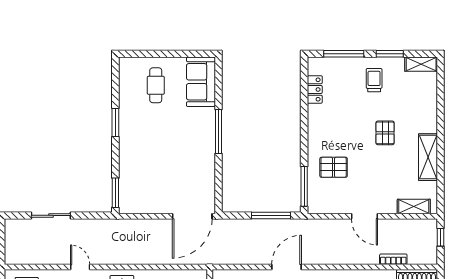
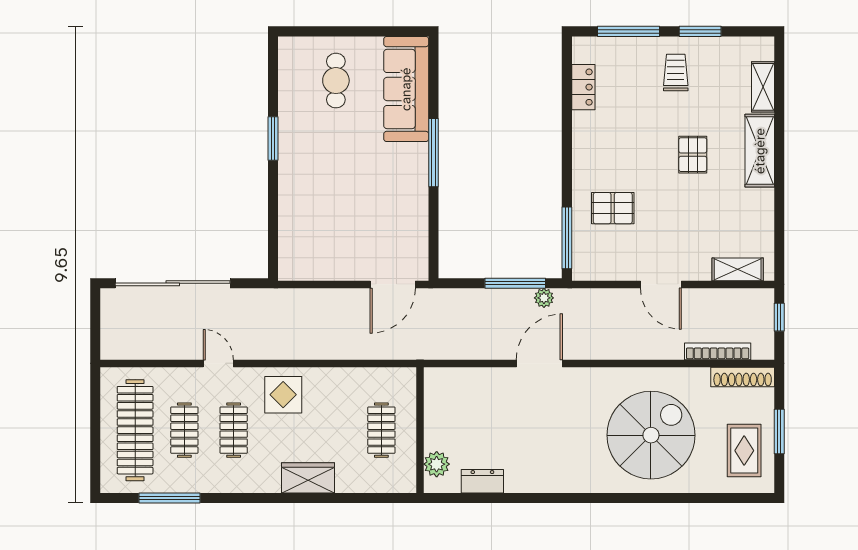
shelving: (421, 64) -> (763, 87), moved, turned 90
sofa: (201, 82) -> (406, 89), width x1.36
shelving: (428, 157) -> (760, 151), moved
window: (115, 193) -> (273, 248), removed
sliding door: (51, 215) -> (173, 283), width x1.86
door: (192, 216) -> (393, 284), width x0.73
plant: (289, 225) -> (544, 298), added
bookcase: (393, 259) -> (718, 351), width x1.56

